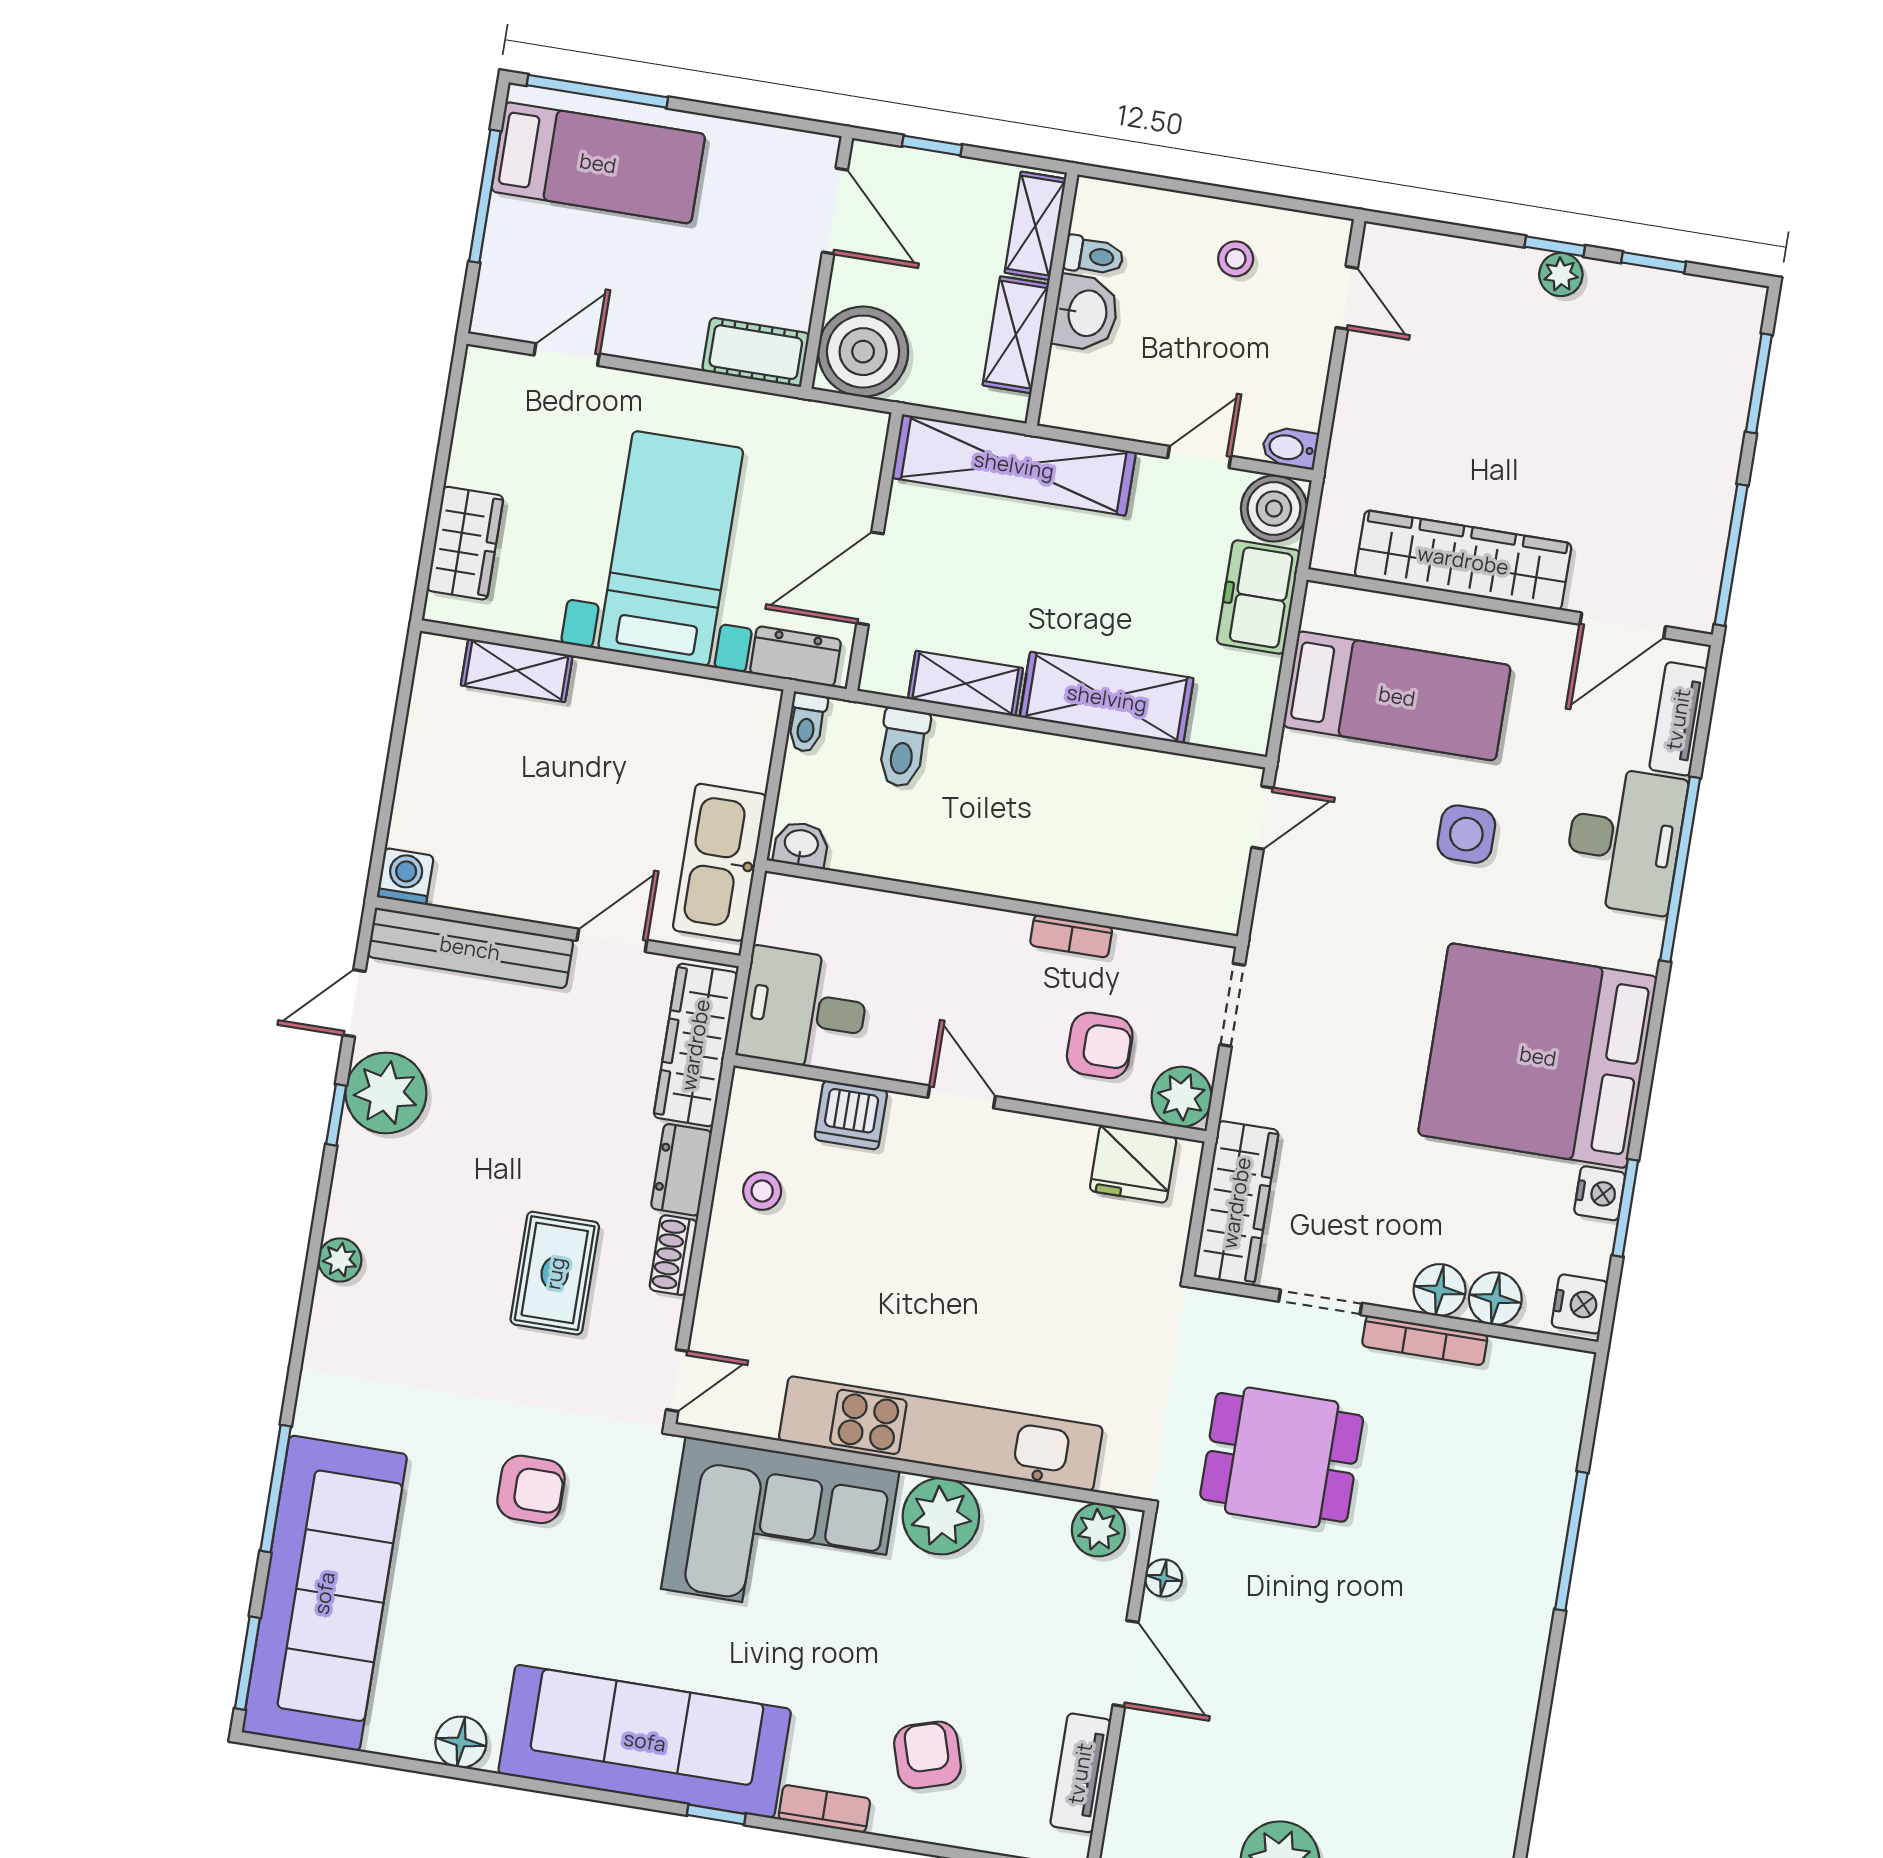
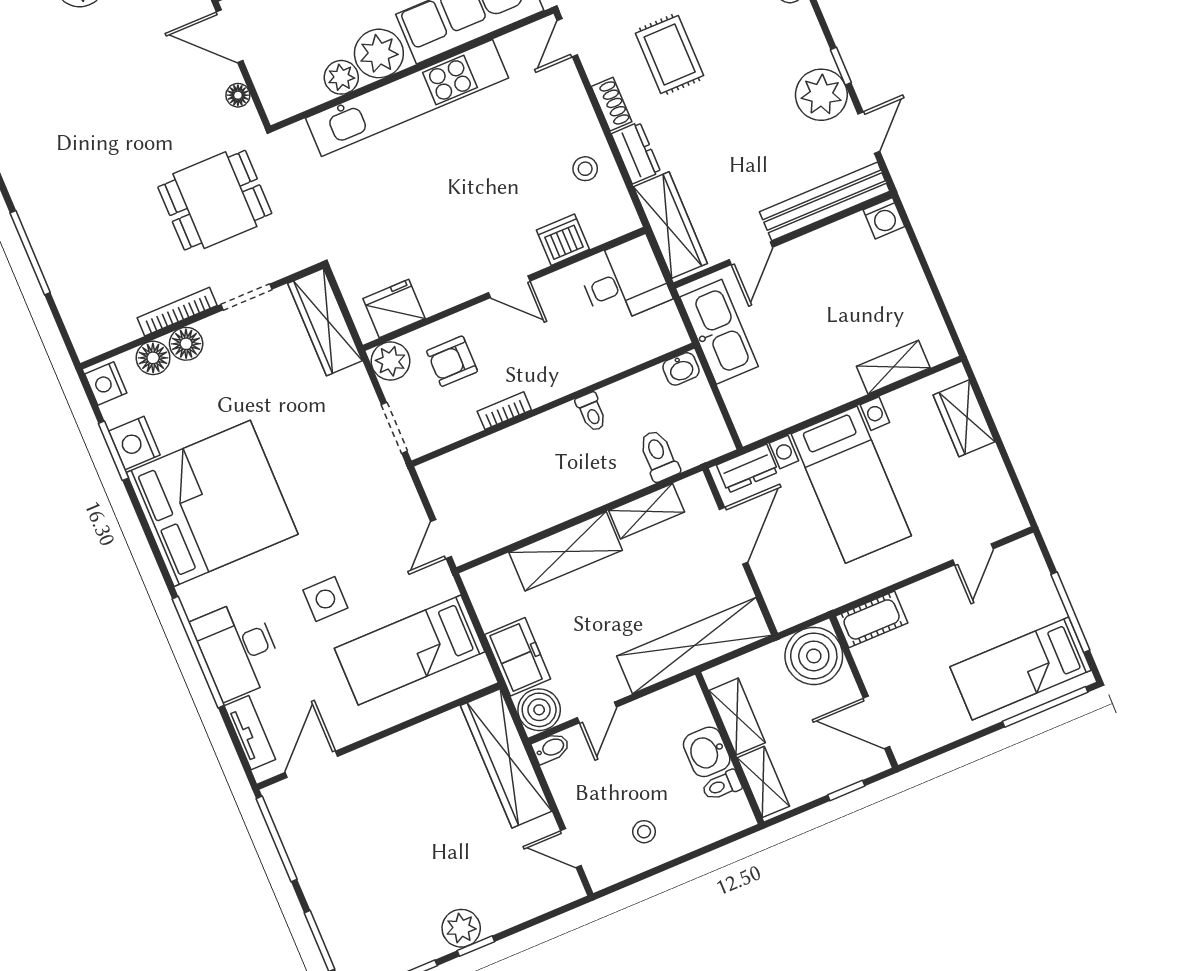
plant: (1561, 275) -> (461, 928), width x1.38, depth x1.38
wardrobe: (1463, 560) -> (506, 758), moved, turned 90
toilet: (807, 722) -> (591, 412), moved, turned 180
nightstand: (1600, 1193) -> (134, 443), width x1.36, depth x1.33
plant: (1098, 1530) -> (341, 77), moved

